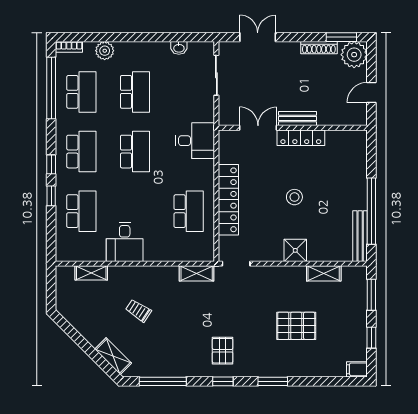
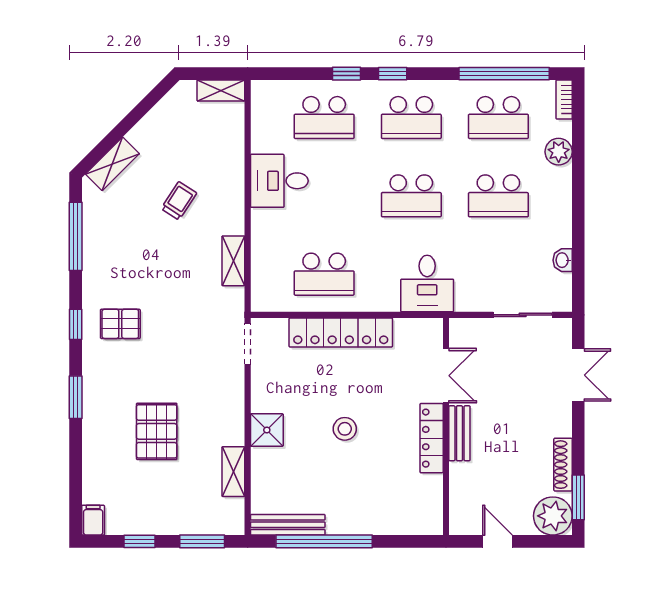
shelving: (91, 273) -> (221, 90), moved, turned 90
shelving: (197, 273) -> (233, 261), moved

